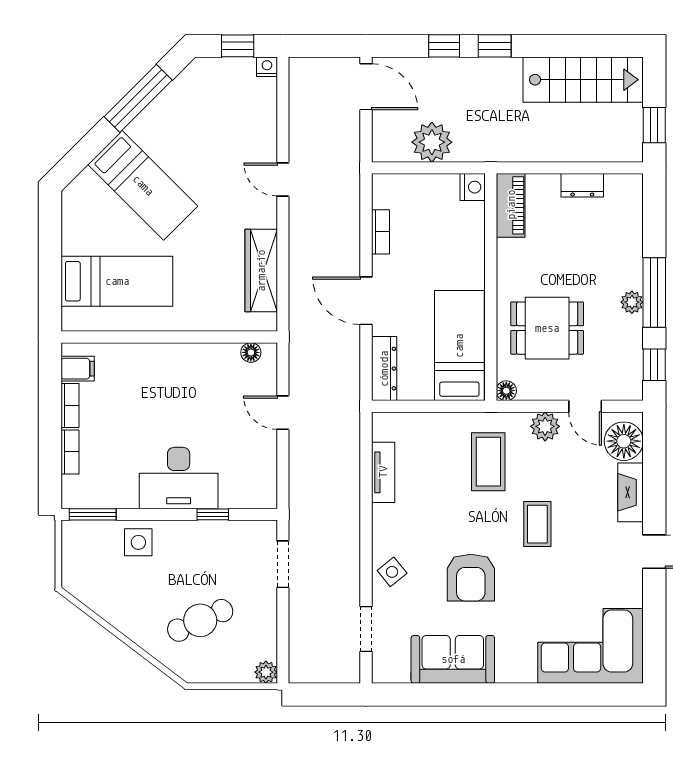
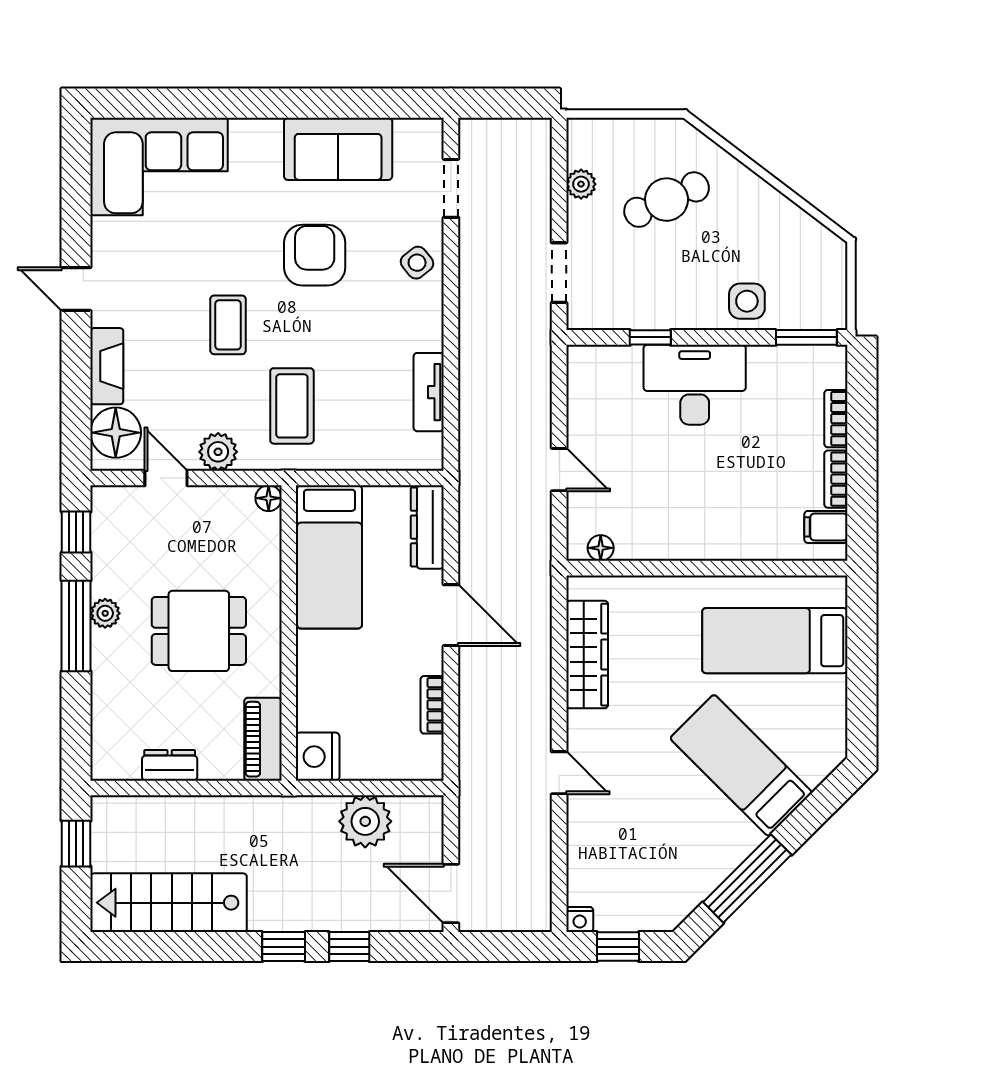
nightstand: (473, 187) -> (318, 757), width x1.36, depth x1.33
dining table: (547, 328) -> (199, 631), moved
plant: (266, 672) -> (581, 184), moved

